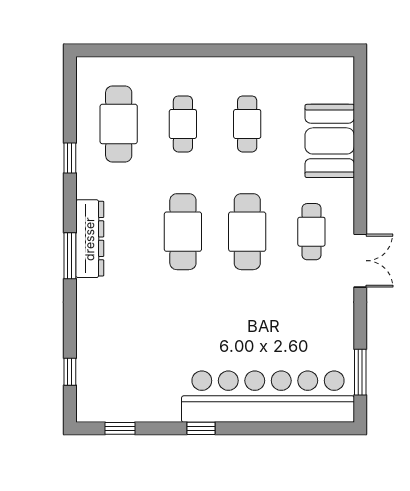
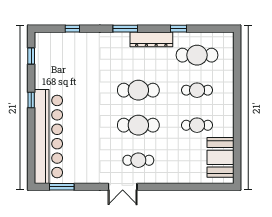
booth: (330, 141) -> (220, 157), moved, turned 90
dresser: (90, 239) -> (151, 39), moved
window: (70, 372) -> (72, 29), moved

